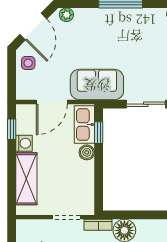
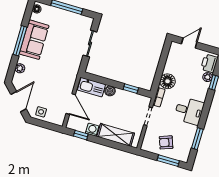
plant: (66, 15) -> (20, 68), moved
door: (33, 27) -> (18, 102), hinge flipped
sofa: (97, 85) -> (34, 40), moved, turned 180
window: (99, 133) -> (131, 89), moved

